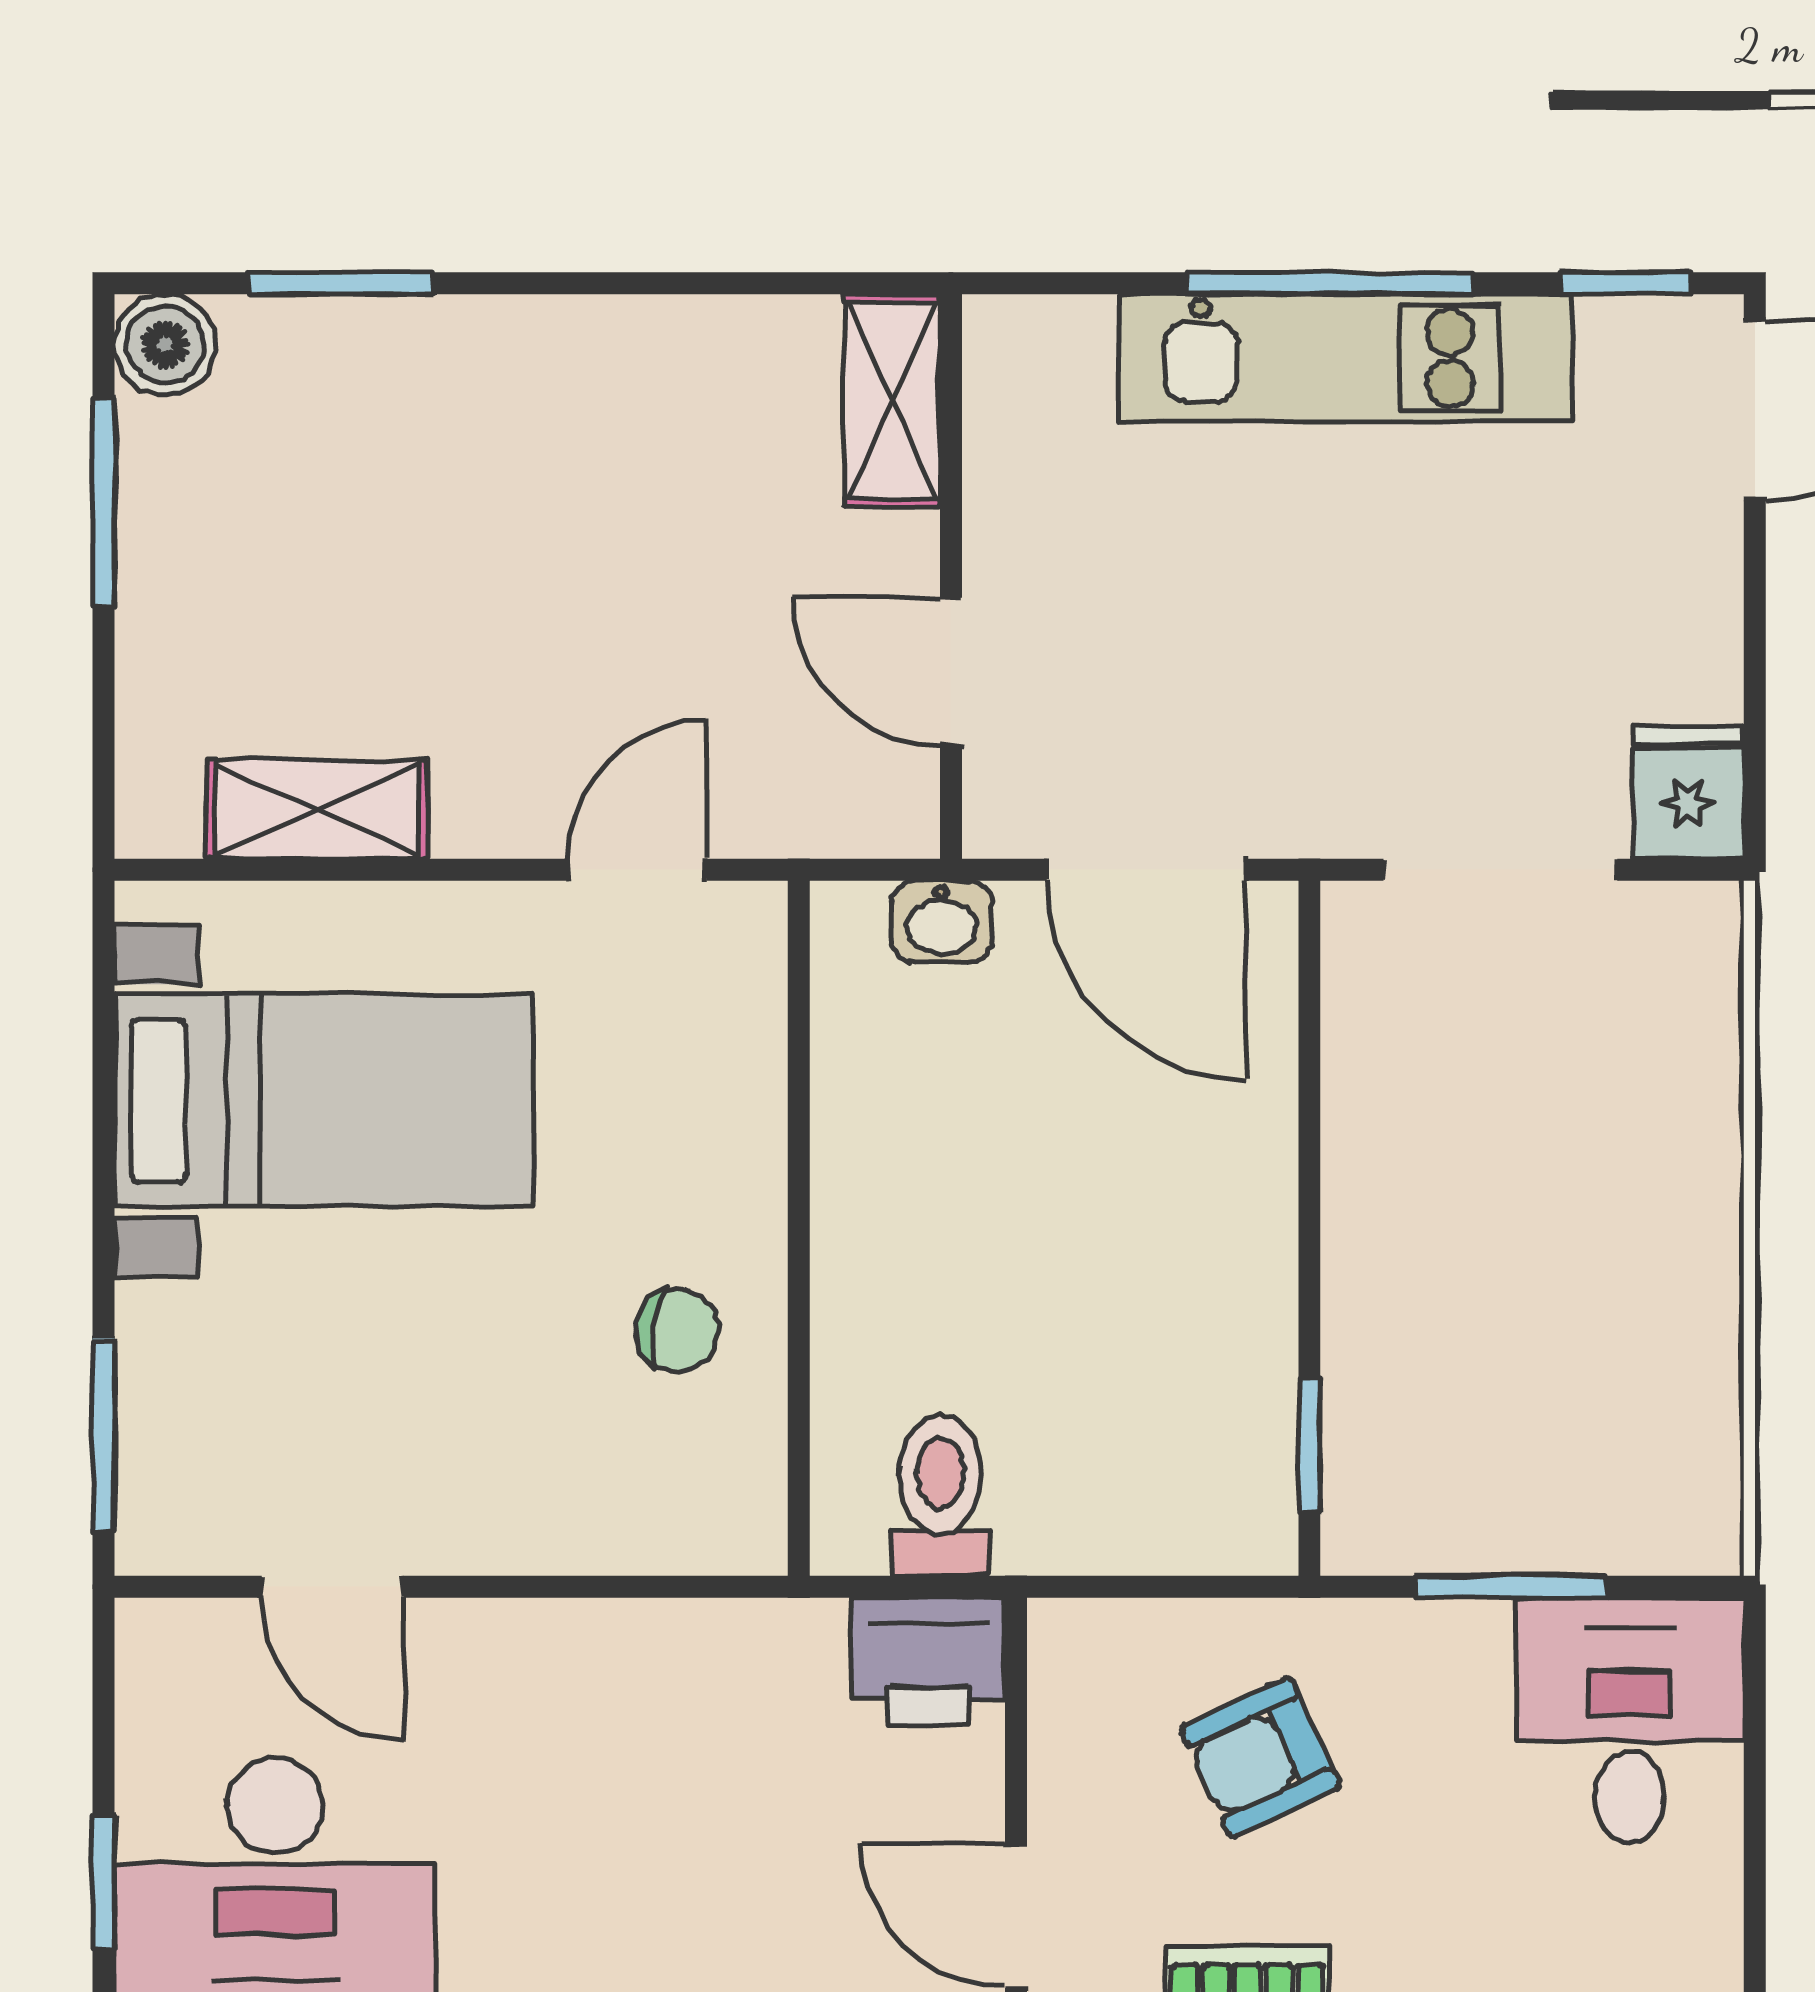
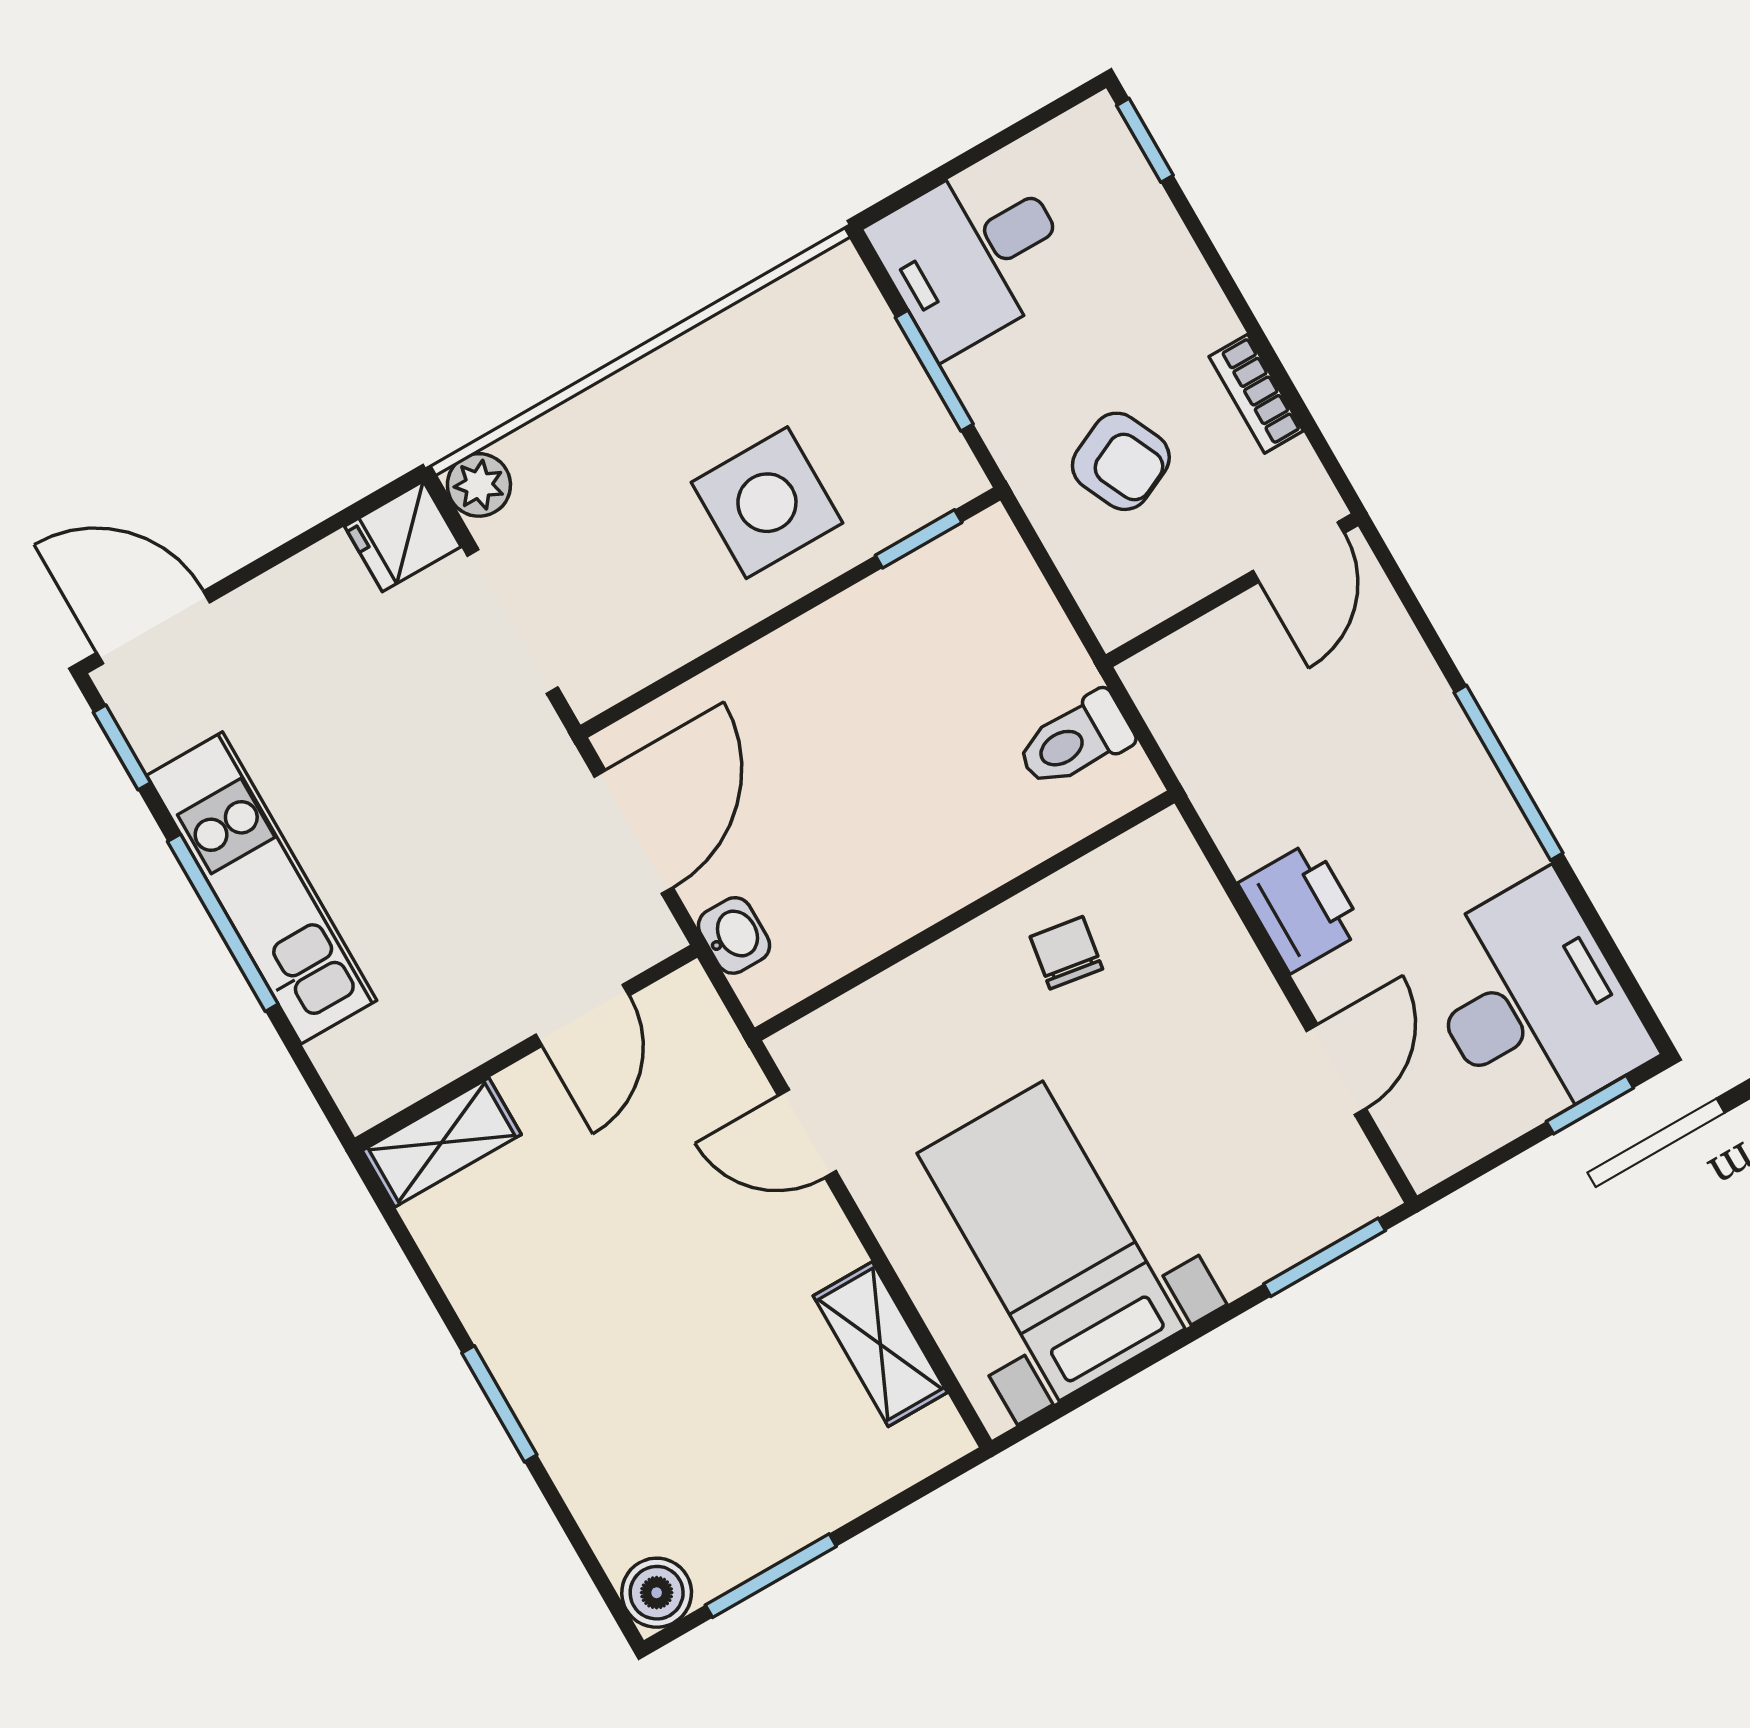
window: (342, 283) -> (499, 1404), moved
plant: (1698, 927) -> (479, 485), added
side table: (1466, 1279) -> (767, 503), added
printer: (928, 1661) -> (1302, 907), moved

